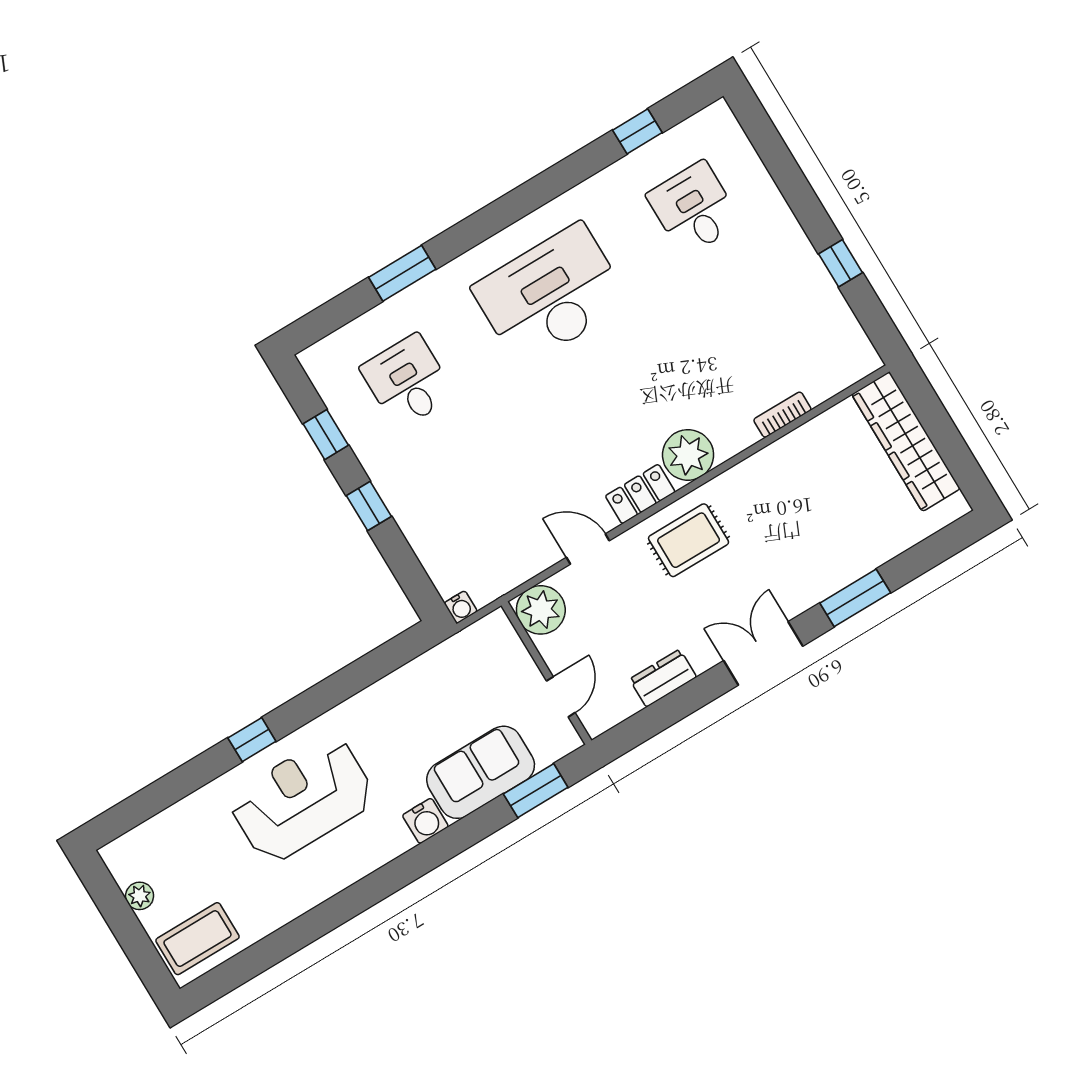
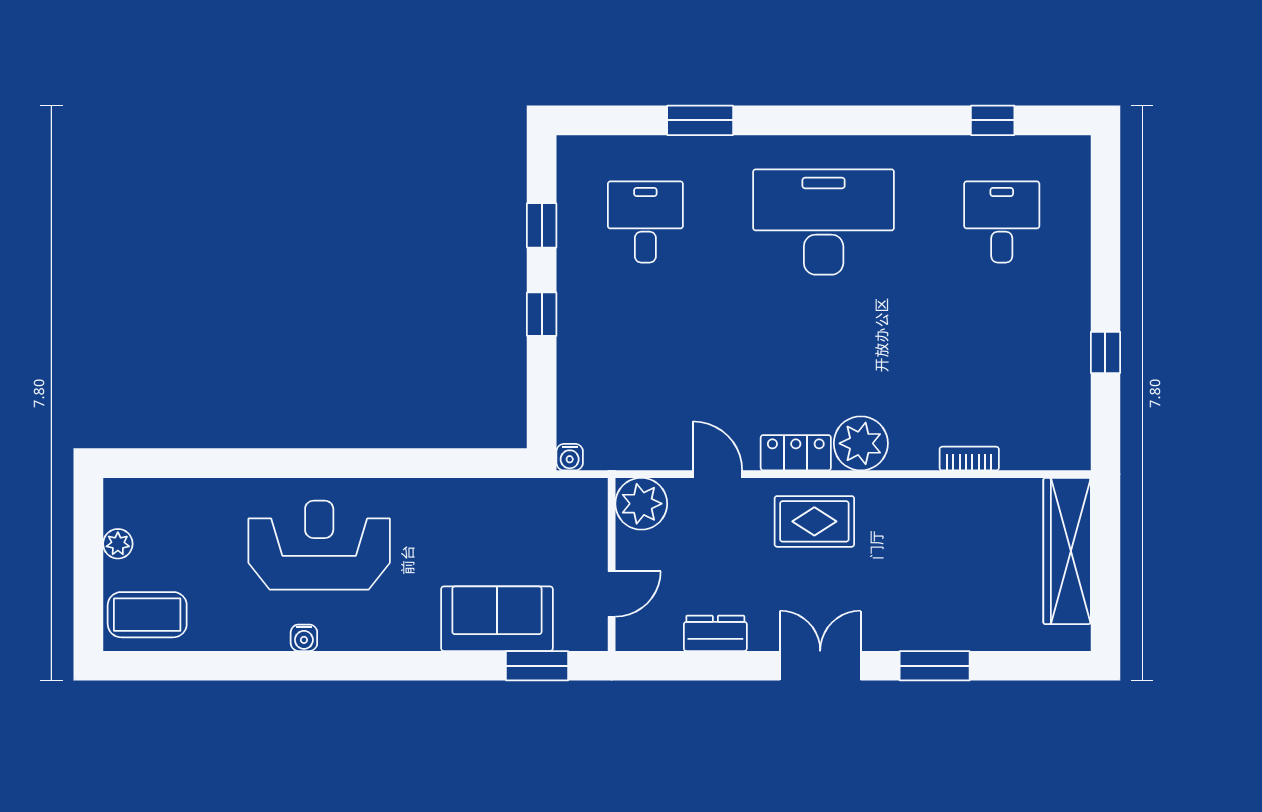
window: (252, 740) -> (306, 463), removed
water cooler: (425, 821) -> (304, 638), moved, width x0.72, depth x0.72

